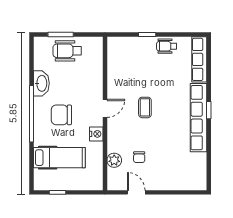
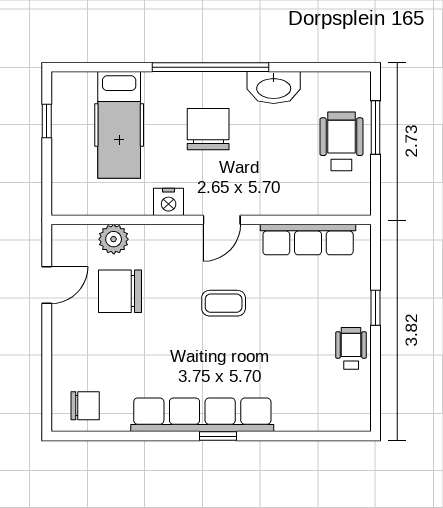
row of seats: (199, 59) -> (308, 240), moved, turned 180
door: (105, 108) -> (222, 220), hinge flipped
chair: (139, 157) -> (120, 291), width x1.87, depth x1.87
chair: (194, 174) -> (85, 406), added

